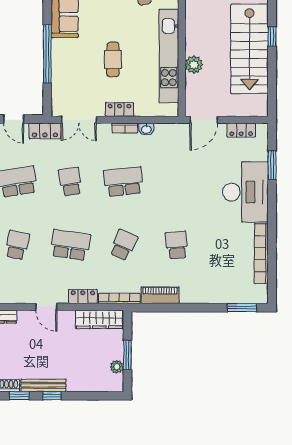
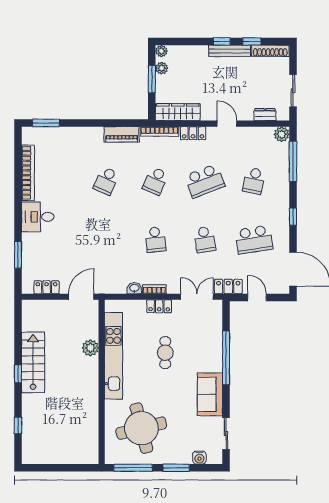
stairs: (249, 49) -> (33, 362), width x0.73, depth x0.66
school desk: (124, 182) -> (155, 240), width x0.54
desk: (245, 192) -> (38, 217), width x0.53, depth x0.77
school desk: (70, 245) -> (205, 181), turned -30
school desk: (177, 245) -> (106, 181), turned 30
plant: (117, 385) -> (161, 51), added

